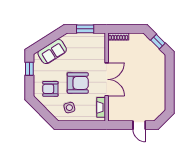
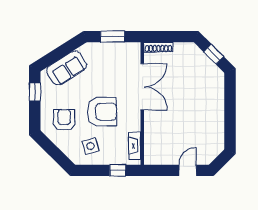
double door: (107, 79) -> (142, 87), moved
armchair: (50, 89) -> (64, 120), turned 90
window: (89, 125) -> (118, 170), added
door: (139, 125) -> (188, 170), swing flipped

